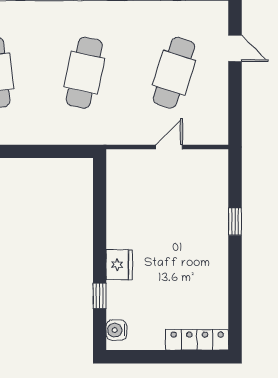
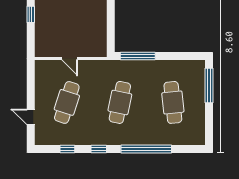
door: (169, 147) -> (70, 59), hinge flipped
window: (54, 151) -> (138, 56), added

